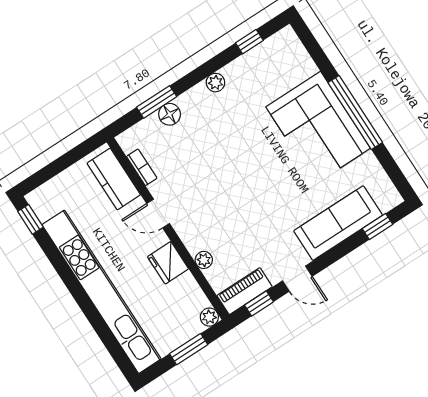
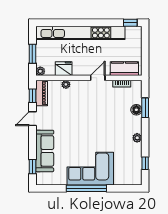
fridge: (168, 263) -> (64, 69), moved

